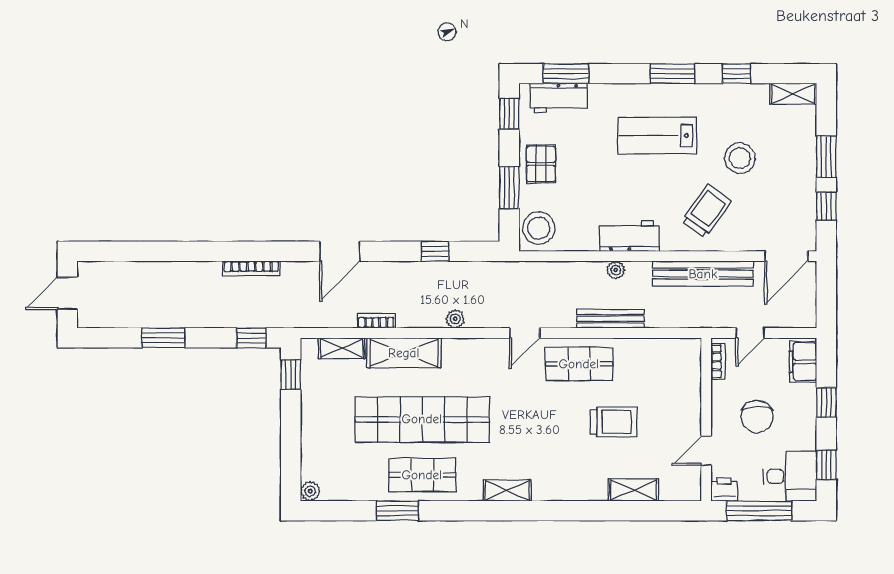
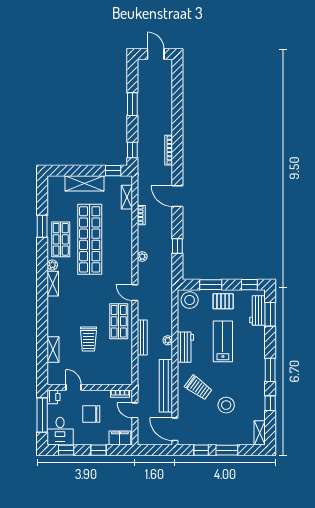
lab bench: (657, 136) -> (223, 341), moved
shelving: (404, 353) -> (84, 183), moved, turned 90
plant: (310, 491) -> (52, 265), moved

